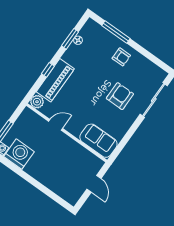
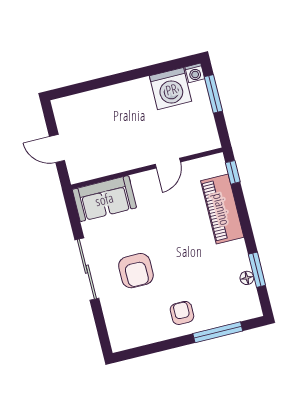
armchair: (121, 57) -> (182, 313), turned 90
window: (48, 70) -> (233, 172), moved
sliding door: (154, 100) -> (87, 269), moved
plant: (37, 102) -> (215, 165), removed

